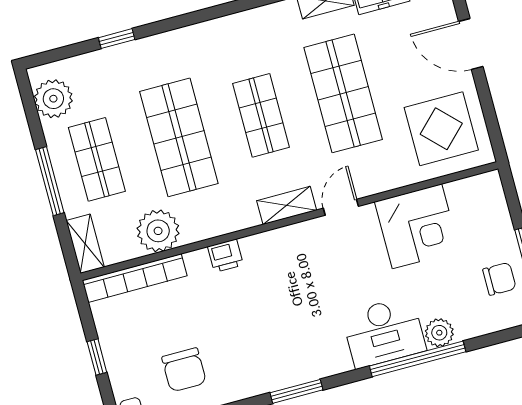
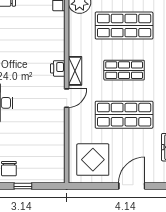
door: (341, 207) -> (67, 98), hinge flipped
corner desk: (417, 226) -> (47, 134), removed
printer: (225, 256) -> (58, 68), moved

